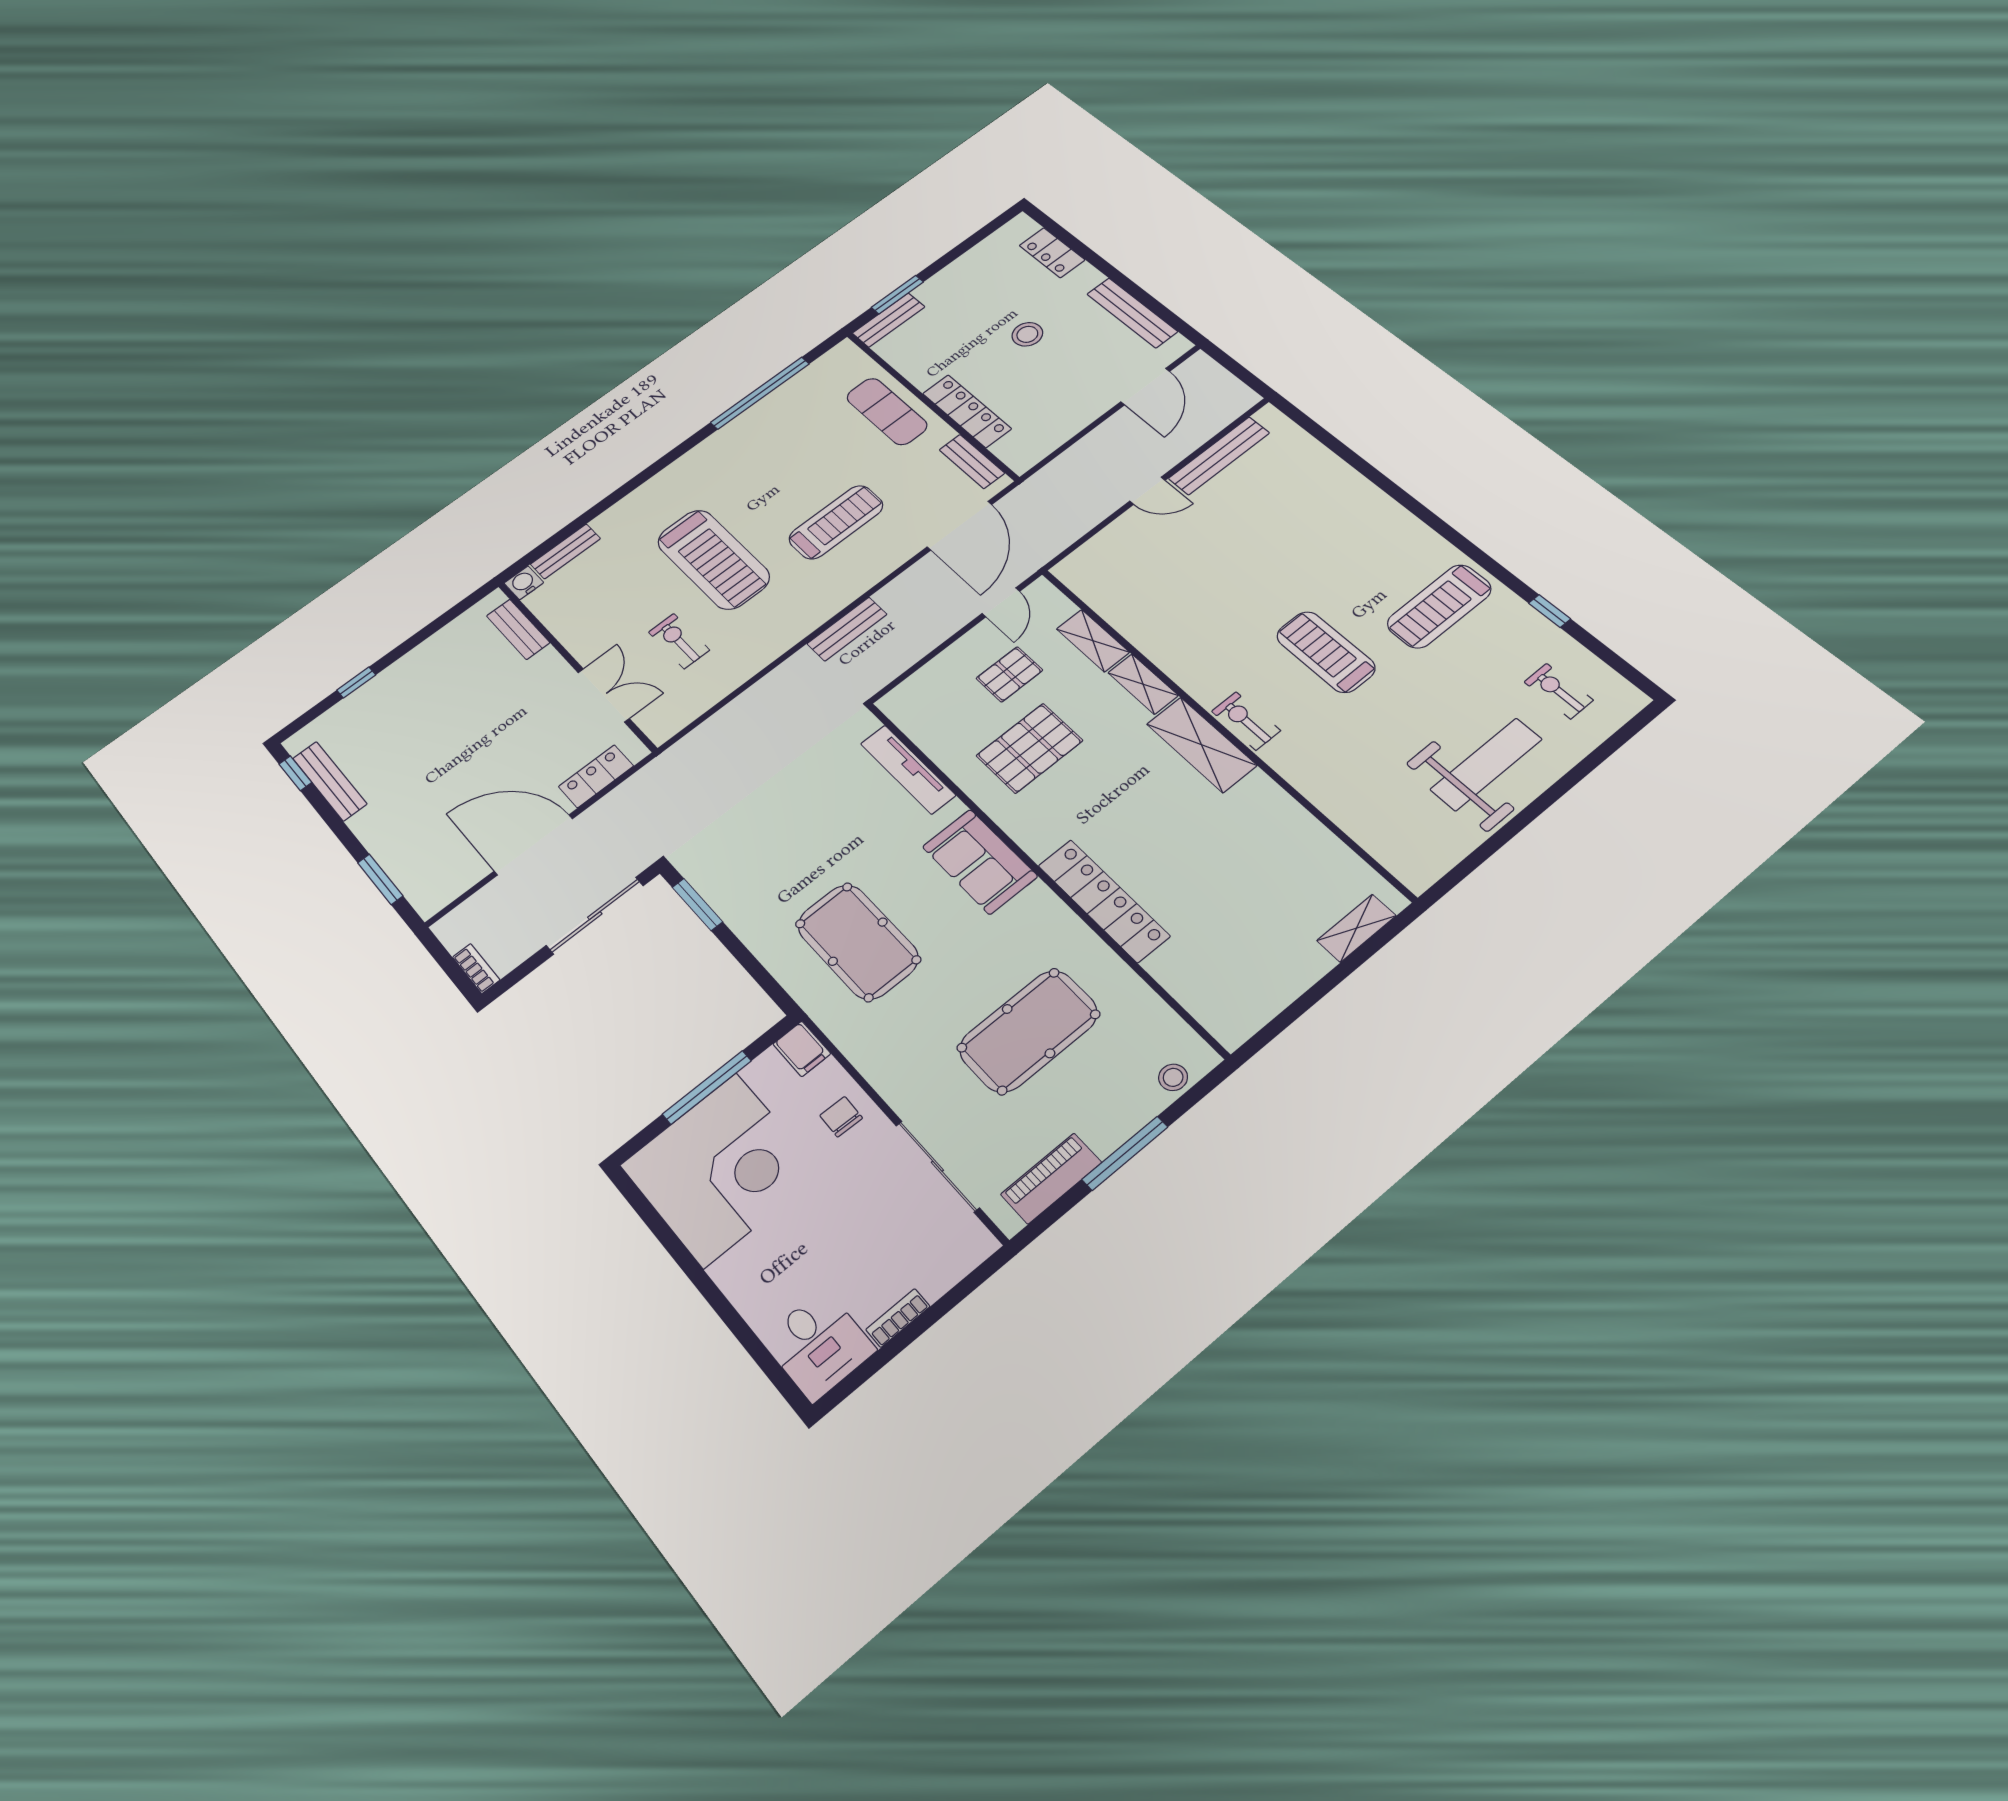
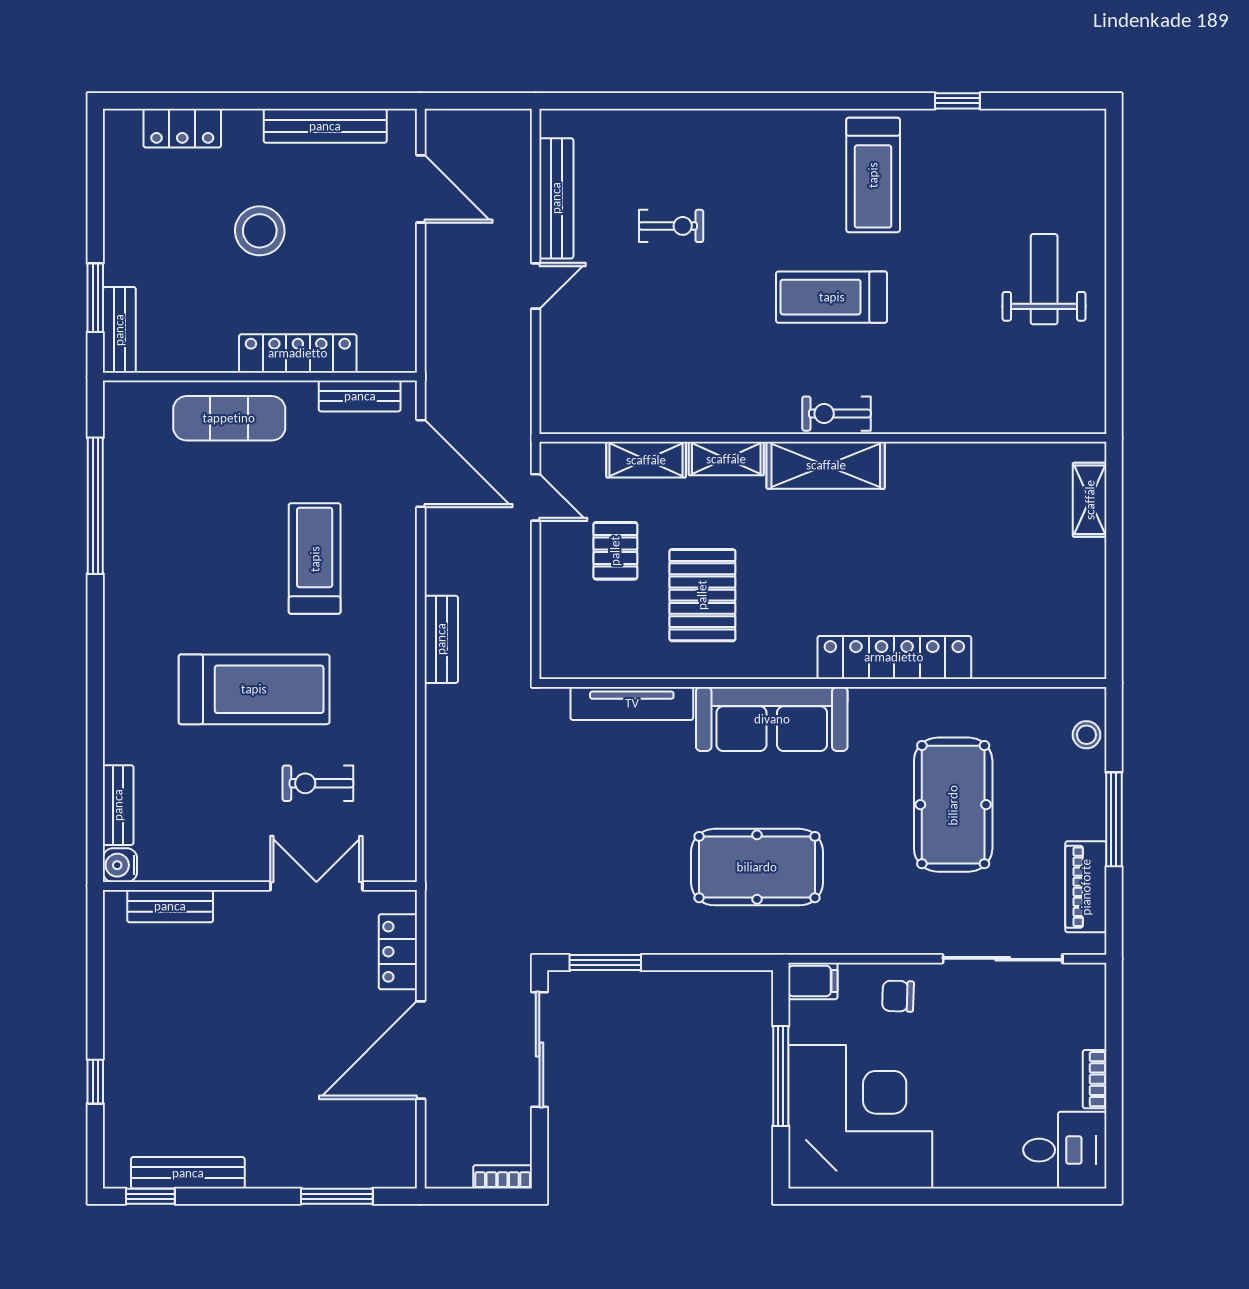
stool: (1027, 334) -> (260, 231), width x1.38, depth x1.38
exercise bike: (1558, 691) -> (671, 226), moved, turned 180
weight bench: (1486, 764) -> (1044, 279), width x0.73, depth x0.75
sofa: (980, 862) -> (772, 719), width x1.36

